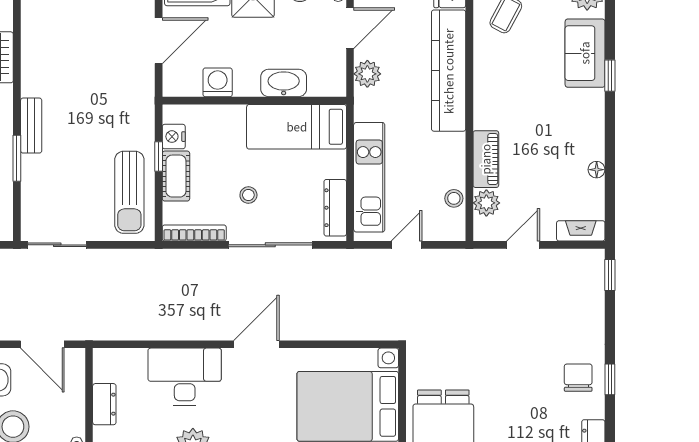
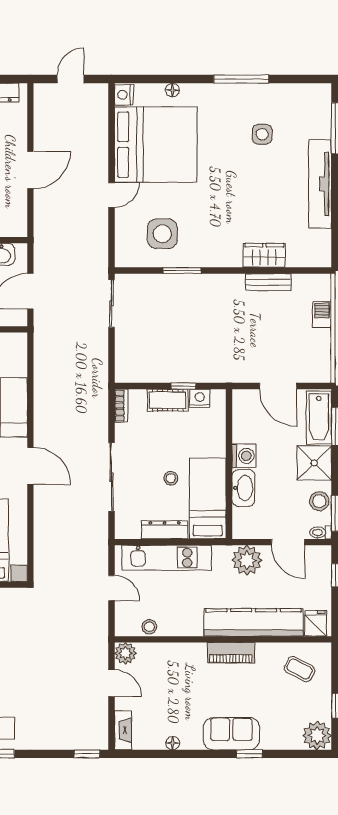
sofa: (585, 53) -> (231, 734), moved
plant: (367, 74) -> (247, 560), width x1.36, depth x1.36
washing machine: (218, 82) -> (244, 456), moved
bench: (31, 126) -> (268, 282), moved
piano: (486, 159) -> (231, 653), moved
sun lounger: (129, 192) -> (154, 362), removed
stool: (248, 195) -> (171, 478), moved
plant: (486, 203) -> (125, 653), moved
dresser: (335, 208) -> (165, 530), moved
bookcase: (194, 233) -> (121, 406), width x0.64

